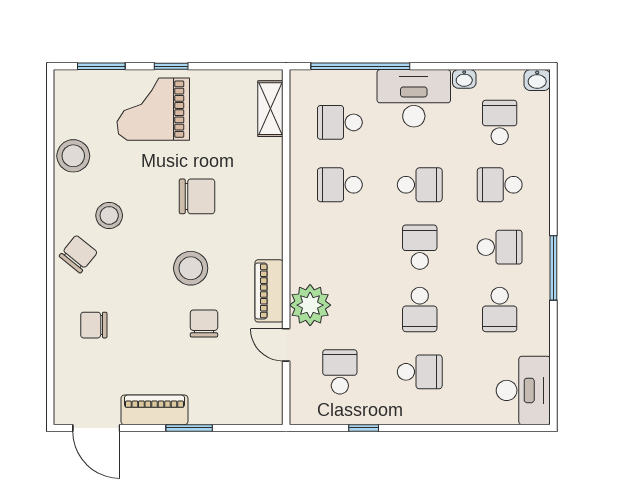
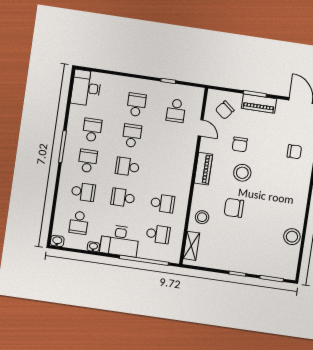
grand piano: (153, 109) -> (249, 254), removed
stool: (109, 215) -> (202, 217), moved
school desk: (420, 247) -> (127, 167), turned 90
school desk: (500, 247) -> (88, 161), turned 90
chair: (78, 254) -> (225, 110), moved
piano: (269, 291) -> (203, 169), moved
plant: (310, 305) -> (186, 146), removed
school desk: (420, 372) -> (136, 105), turned 90
piano: (154, 410) -> (259, 104), moved

